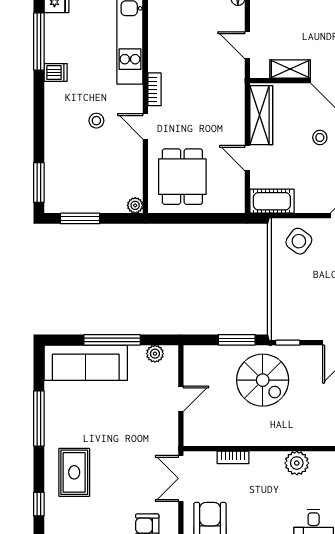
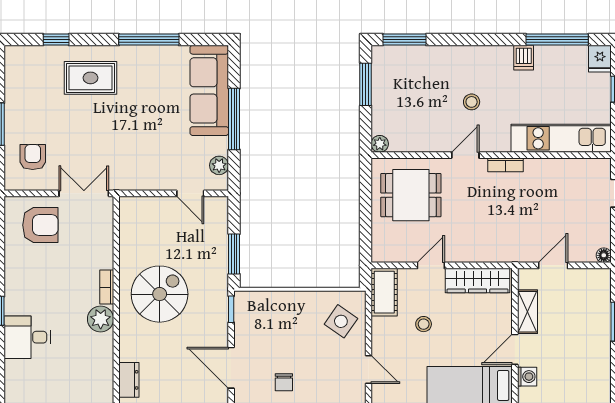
stool: (320, 137) -> (424, 324), moved
spiral stairs: (263, 380) -> (160, 294), moved, turned 180
door: (181, 399) -> (190, 193), moved
bookcase: (233, 457) -> (107, 287), moved

